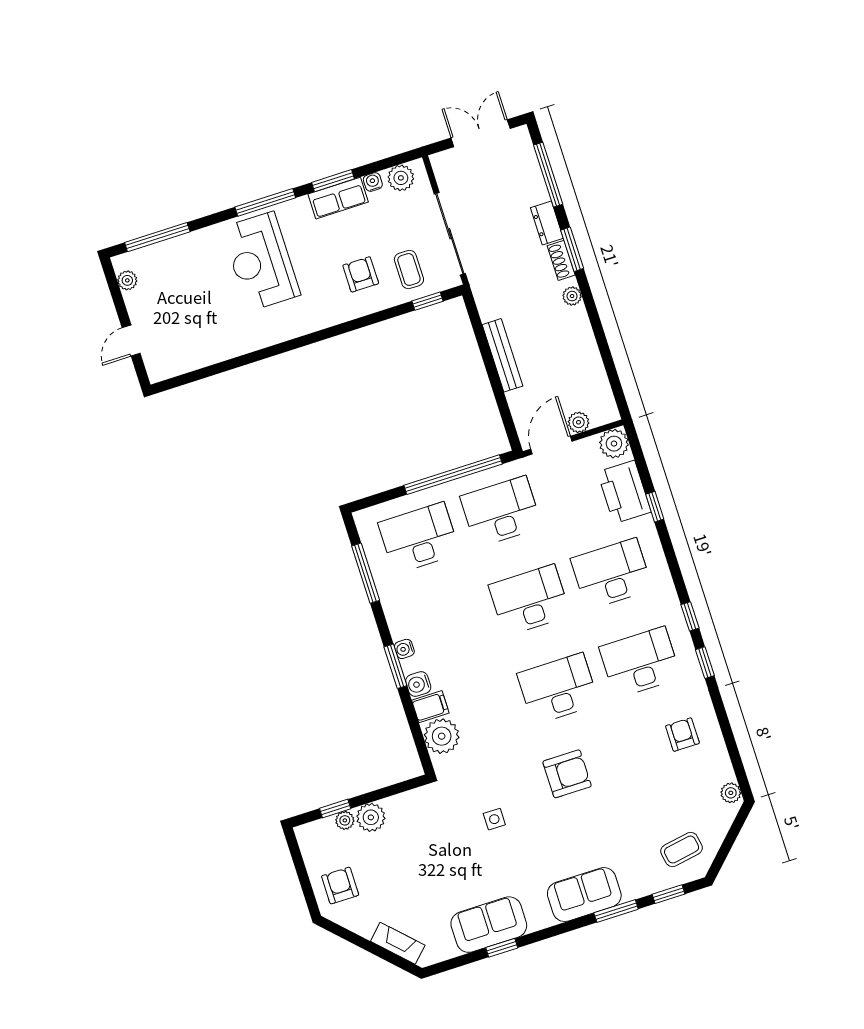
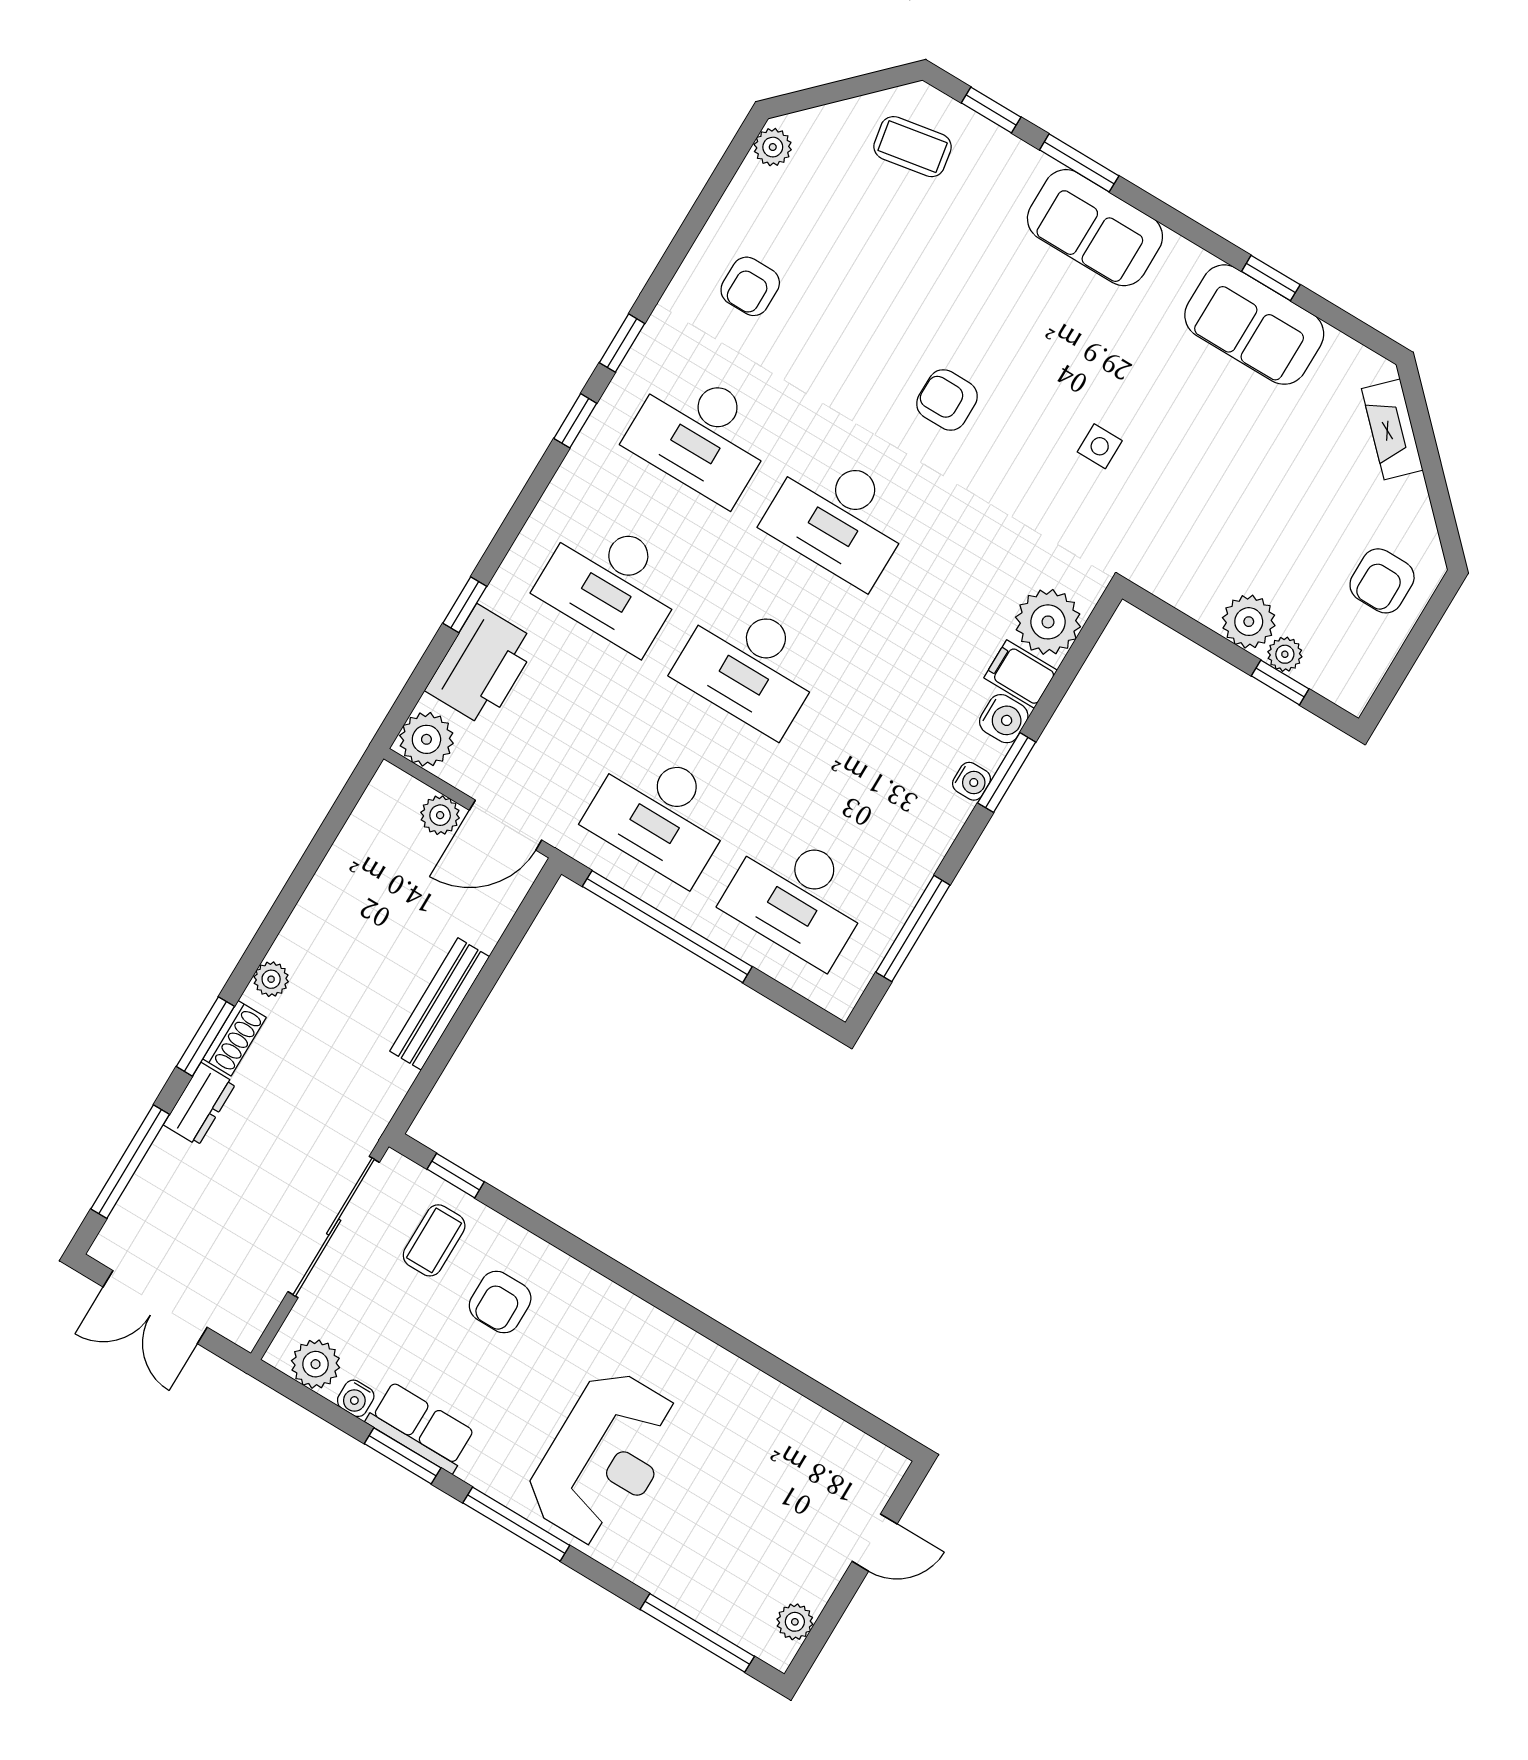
armchair: (567, 774) -> (947, 400), width x0.72, depth x0.72

